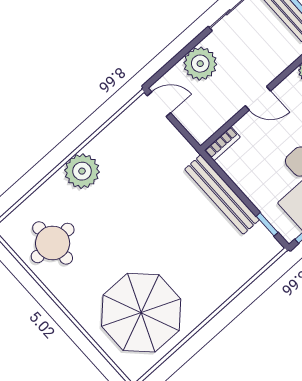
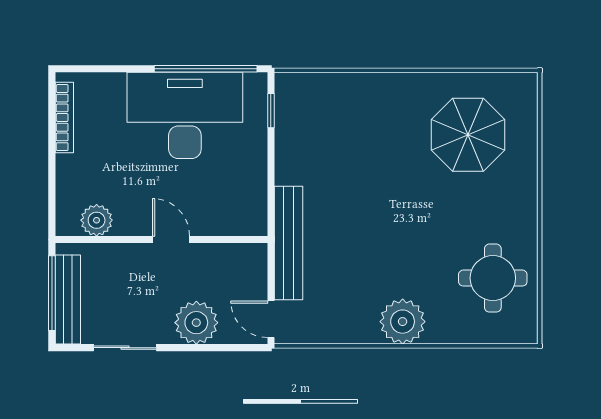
bookcase: (222, 144) -> (244, 227), removed
bench: (222, 195) -> (289, 243), moved
parasol: (141, 313) -> (468, 135), width x0.73, depth x0.73

